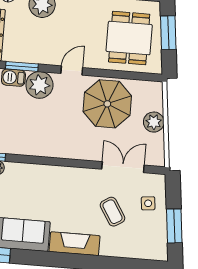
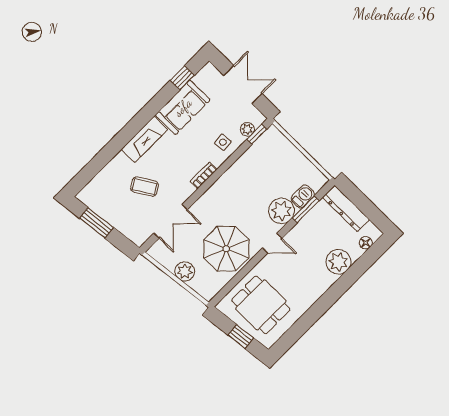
window: (168, 33) -> (241, 337), width x0.67
door: (72, 71) -> (272, 243), hinge flipped
bookcase: (64, 172) -> (204, 175), added
side table: (148, 203) -> (223, 142), moved

